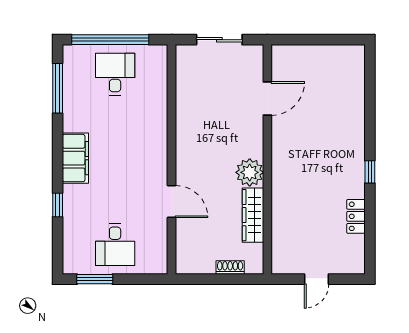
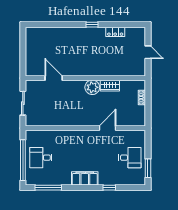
wardrobe: (253, 215) -> (110, 86), width x0.67

